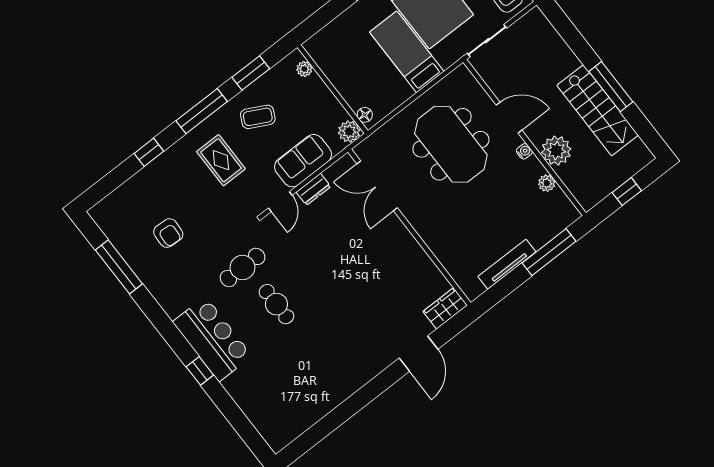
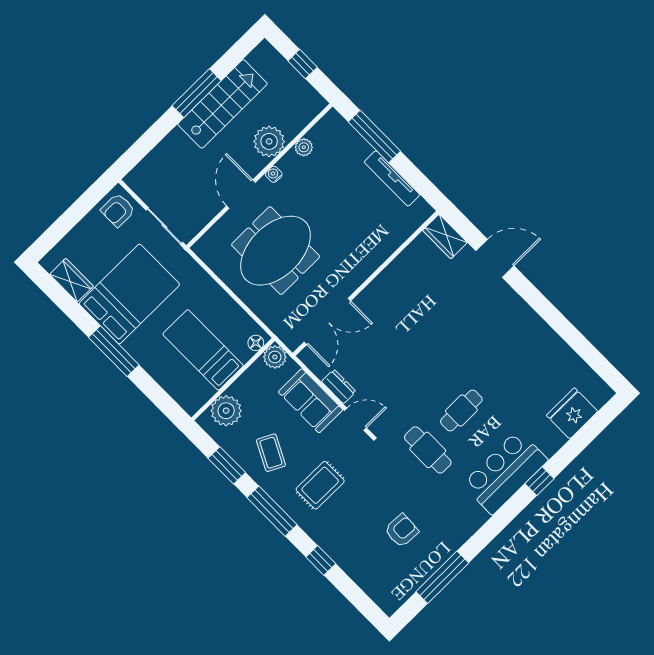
bed: (407, 52) -> (203, 350), moved, turned 90
plant: (304, 69) -> (226, 411), width x1.88, depth x1.88
fridge: (261, 410) -> (572, 413), added

